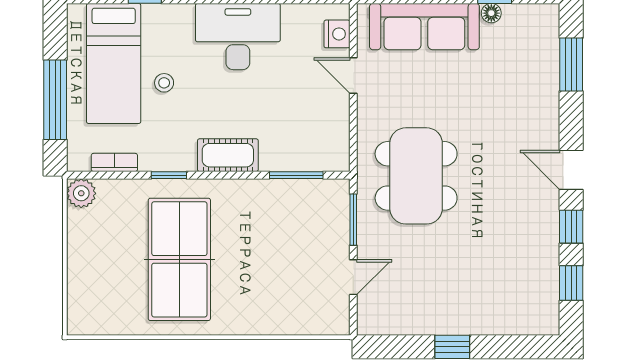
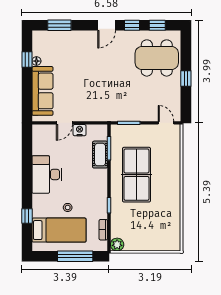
nightstand: (337, 34) -> (80, 130), moved
cot: (228, 155) -> (100, 155), moved
dining table: (416, 176) -> (157, 58), moved
table tennis table: (179, 259) -> (136, 175), moved, turned 90
door: (353, 277) -> (166, 123), moved

